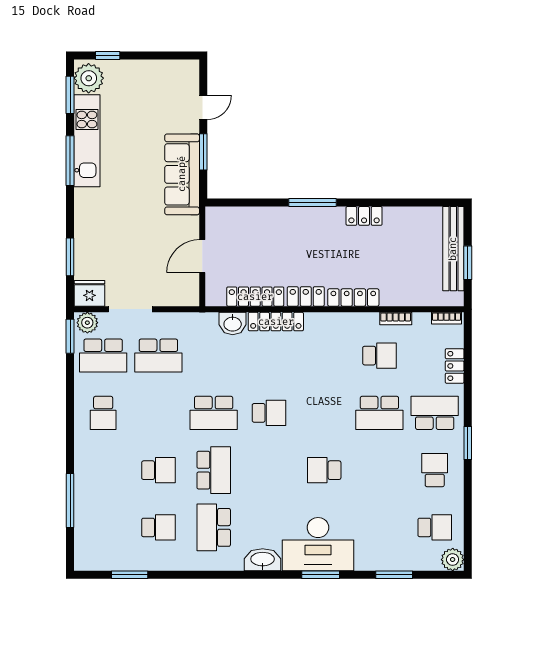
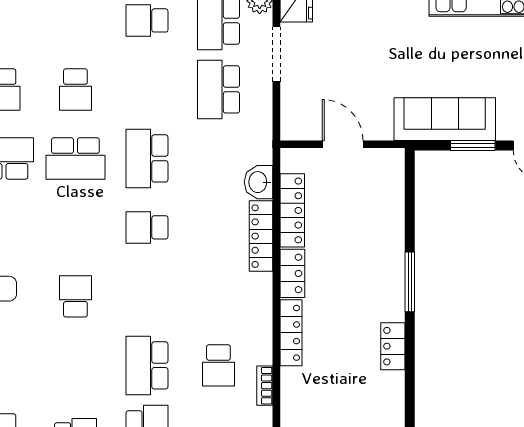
school desk: (269, 413) -> (147, 227), turned 90

